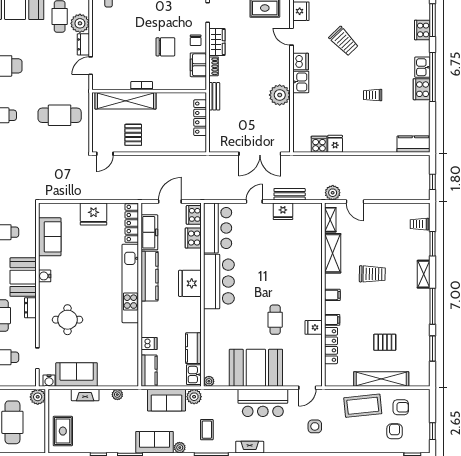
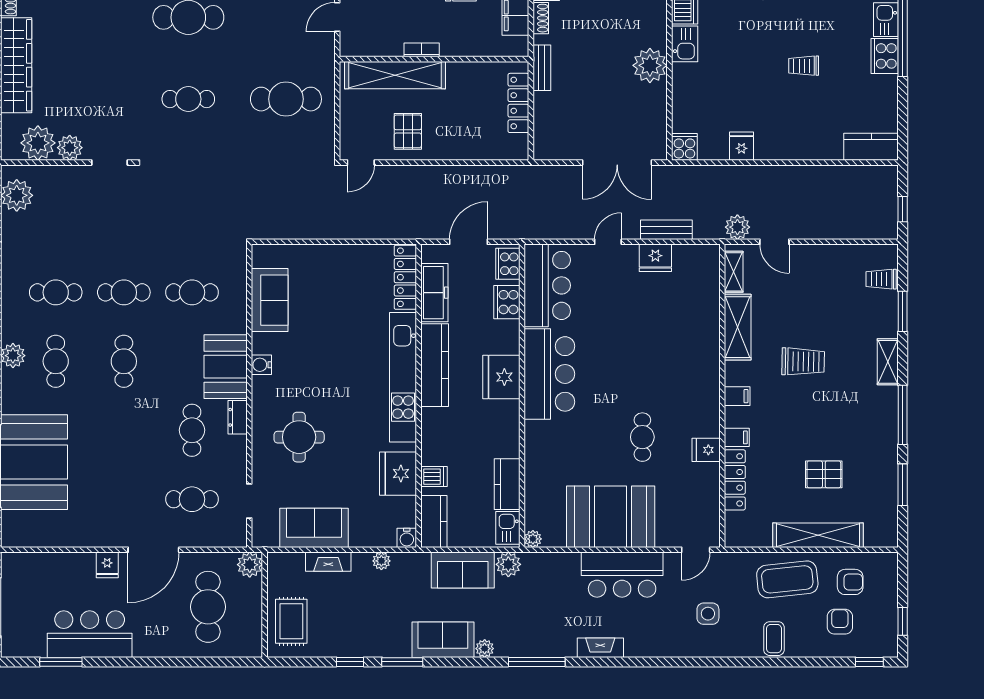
cooker: (319, 144) -> (684, 147), moved
fridge: (94, 214) -> (398, 474), moved, turned 90
water cooler: (49, 381) -> (407, 538), moved
coffee table: (207, 430) -> (774, 639), moved

